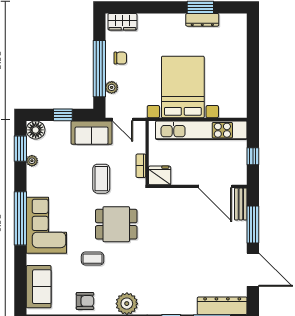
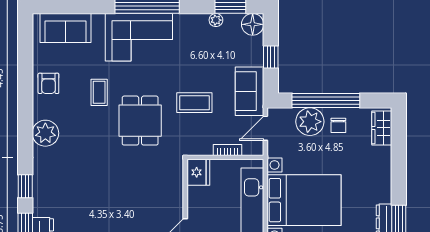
plant: (112, 87) -> (310, 122), width x1.88, depth x1.88
bookcase: (141, 166) -> (227, 150), moved

